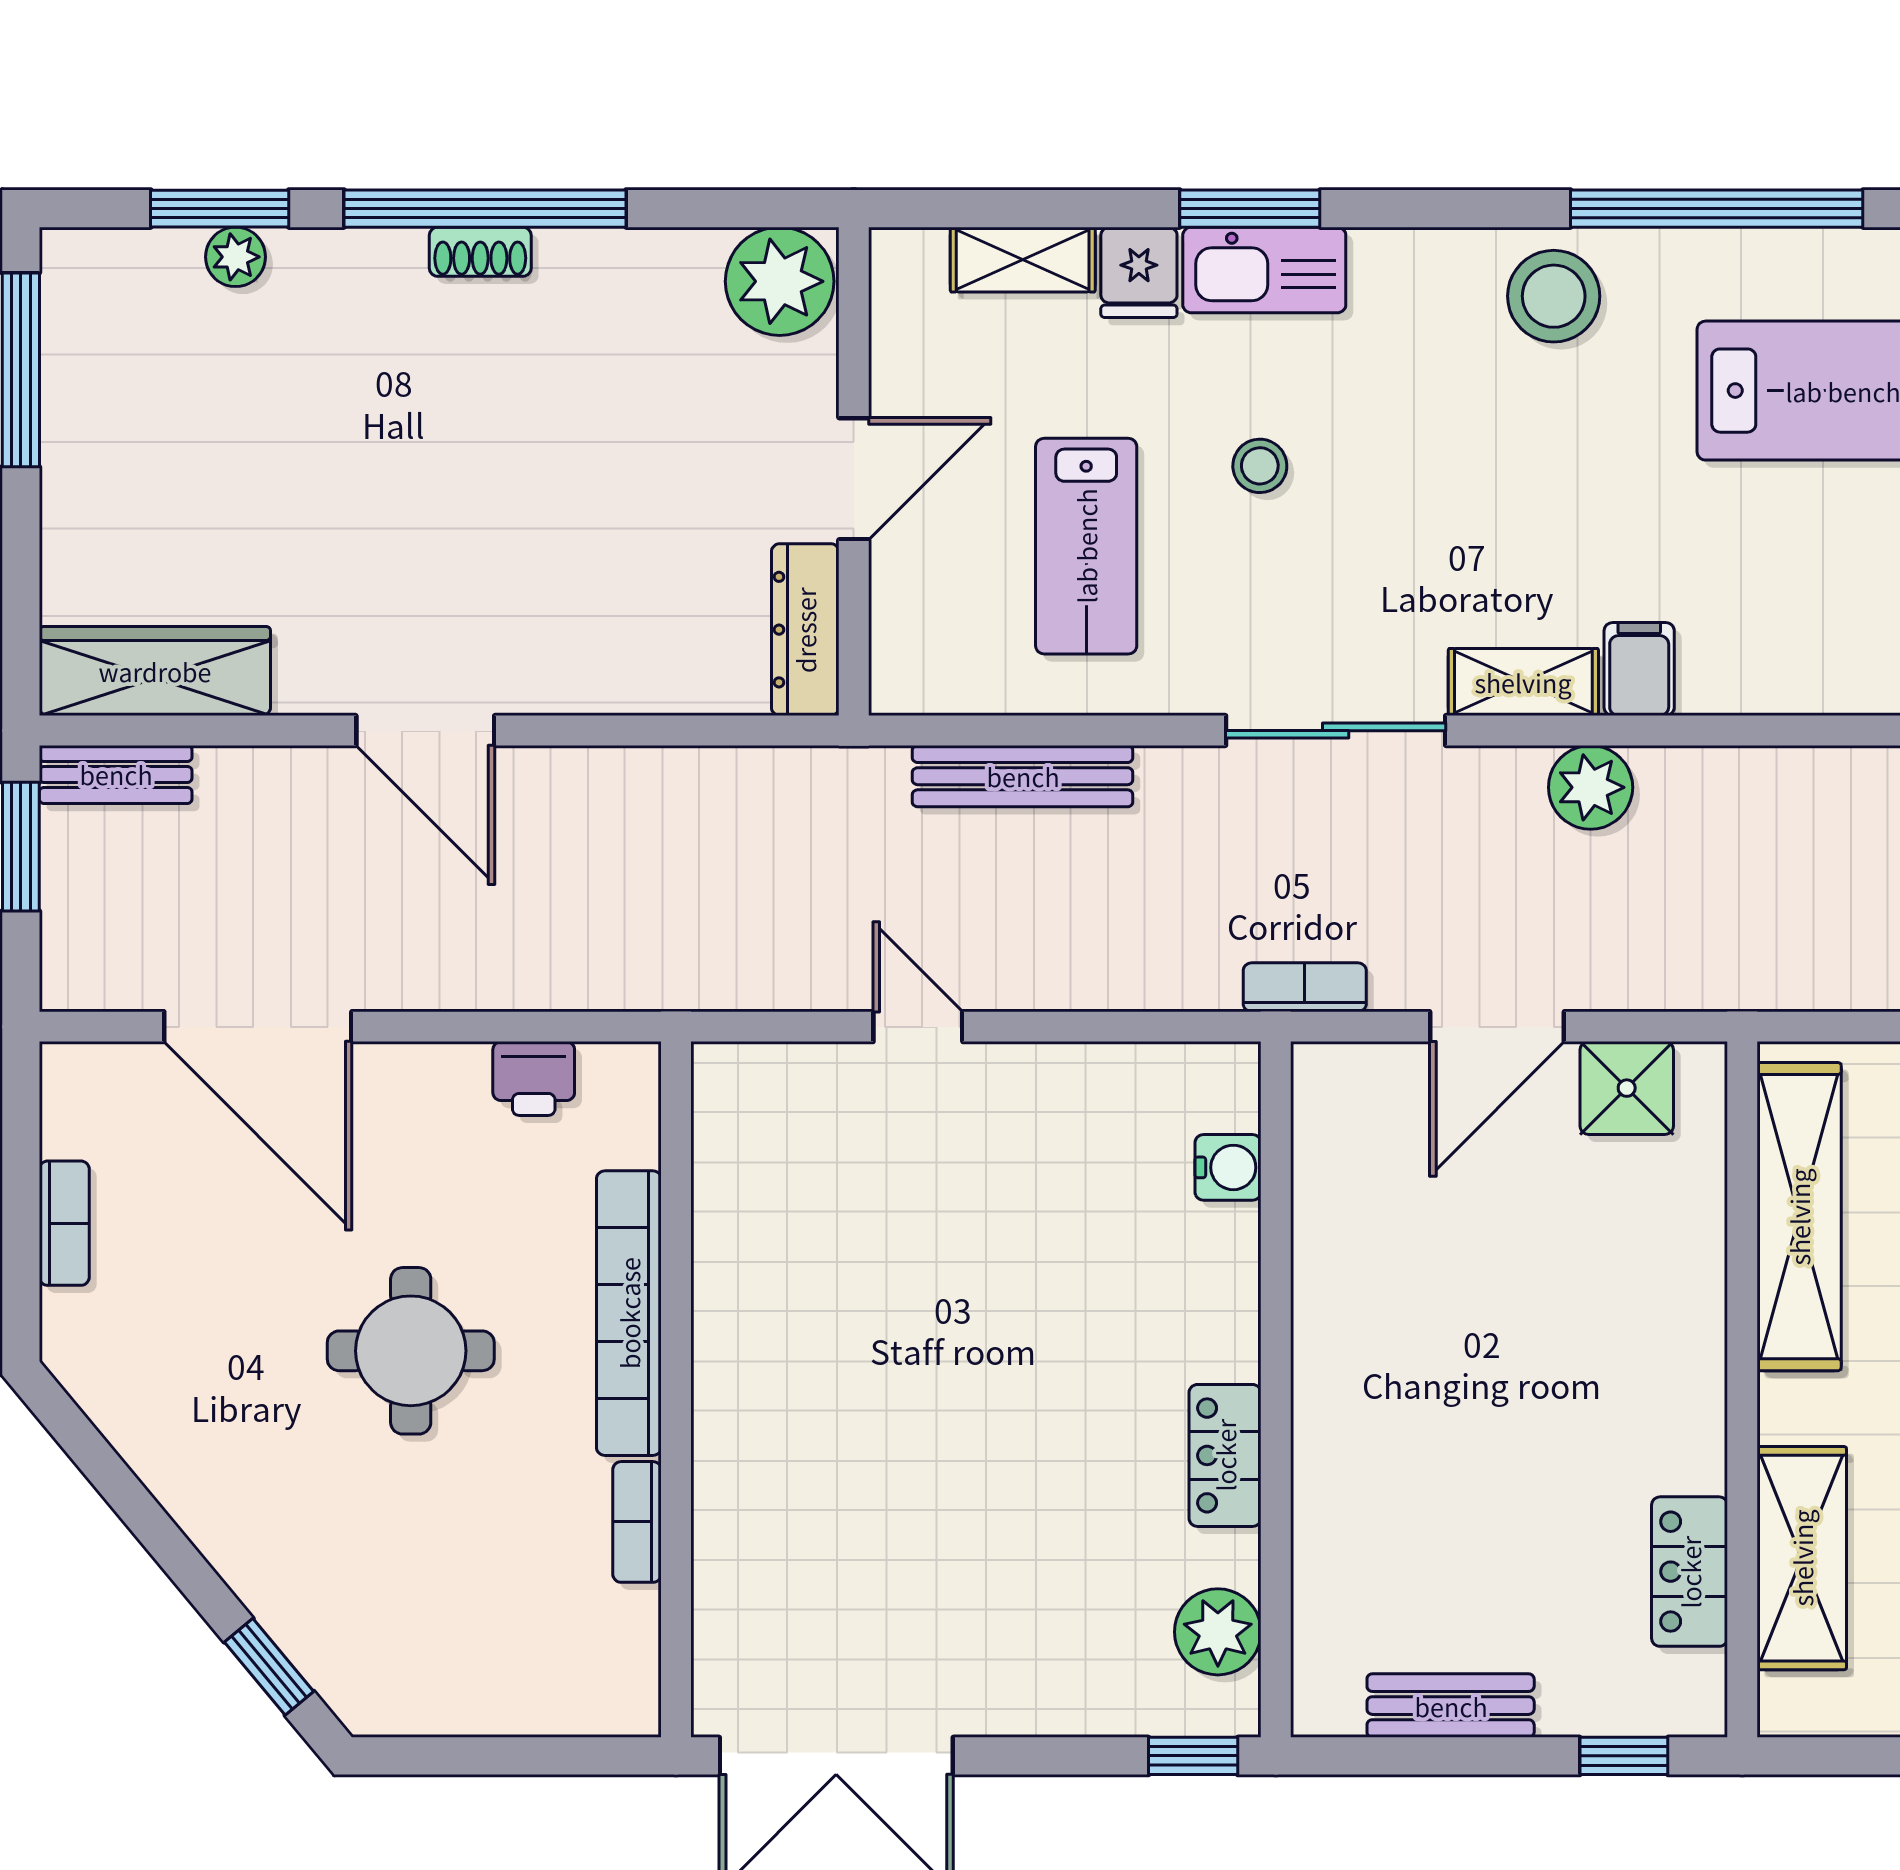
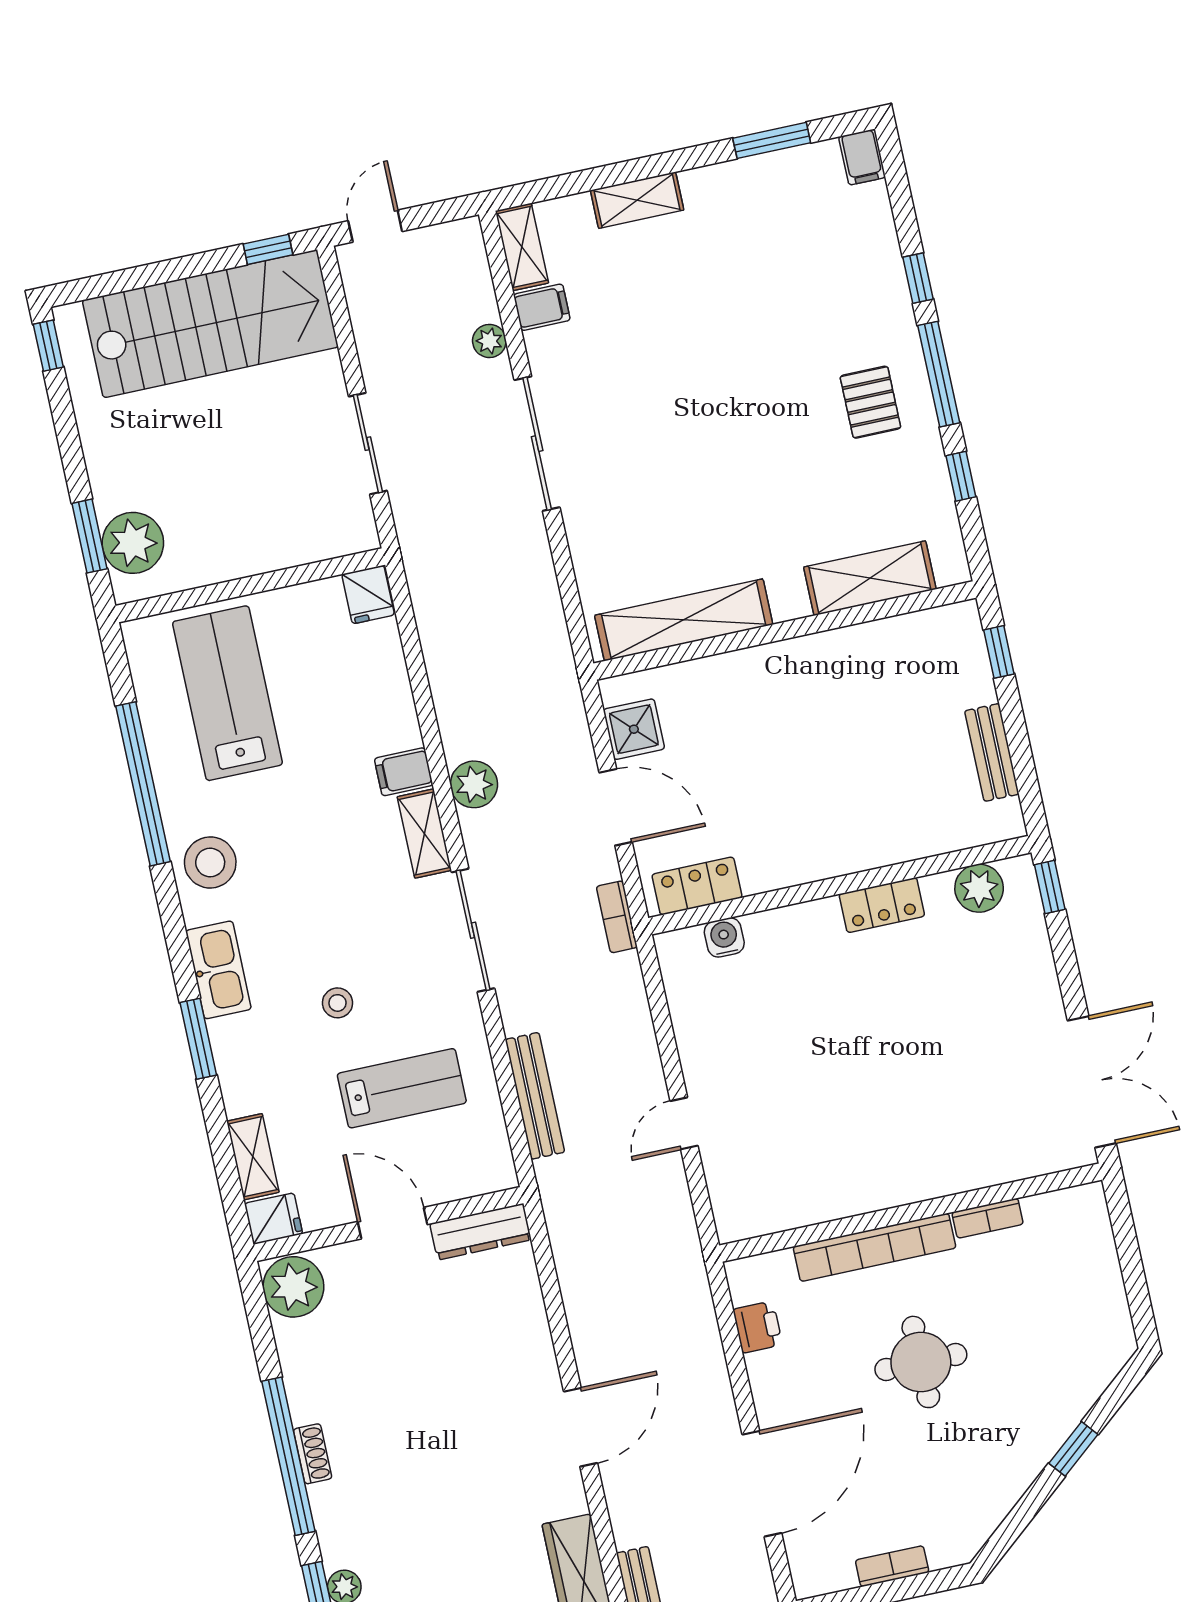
kitchen sink: (1264, 270) -> (218, 970), moved
fridge: (1139, 272) -> (274, 1219), moved
locker: (1690, 1572) -> (697, 886), moved, turned 180
window: (269, 1667) -> (1073, 1449), moved

